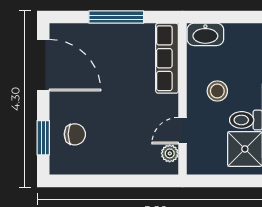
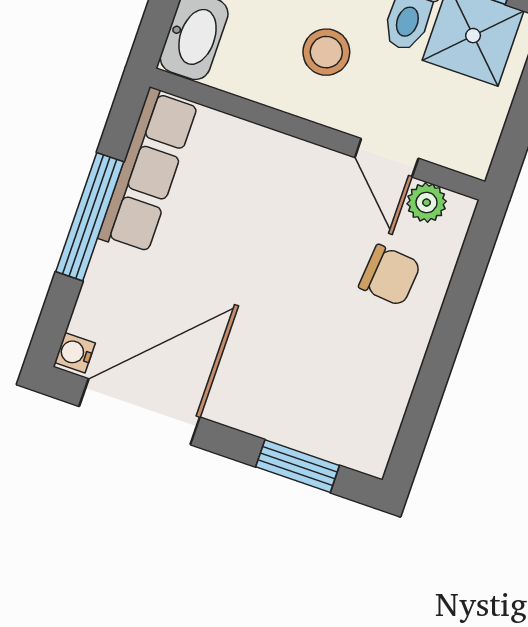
water cooler: (58, 30) -> (75, 353), added
row of seats: (167, 58) -> (148, 171), moved, turned -90
chair: (75, 134) -> (390, 275), moved, turned 95

